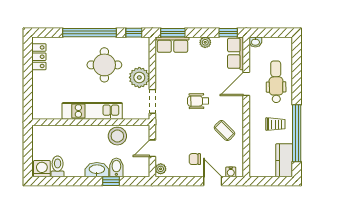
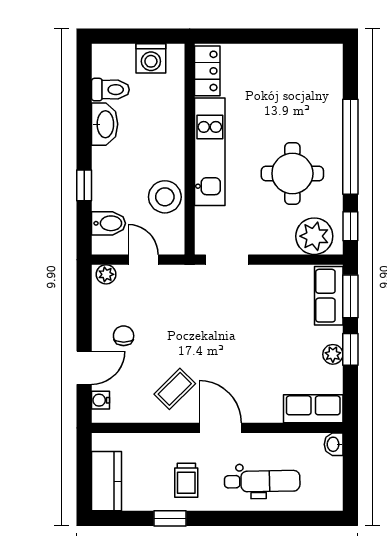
window: (228, 33) -> (350, 349), moved
locker: (39, 57) -> (207, 71), moved, turned -90
plant: (139, 77) -> (314, 236), moved
door: (246, 84) -> (220, 428), moved
wheelchair: (198, 101) -> (228, 342), removed
window: (297, 133) -> (170, 518), width x0.32
kitchen counter: (284, 160) -> (106, 481), moved, turned 90
bidet: (116, 167) -> (109, 223), moved
washing machine: (42, 169) -> (151, 58), moved, turned 90
washbasin: (97, 170) -> (105, 124), moved

